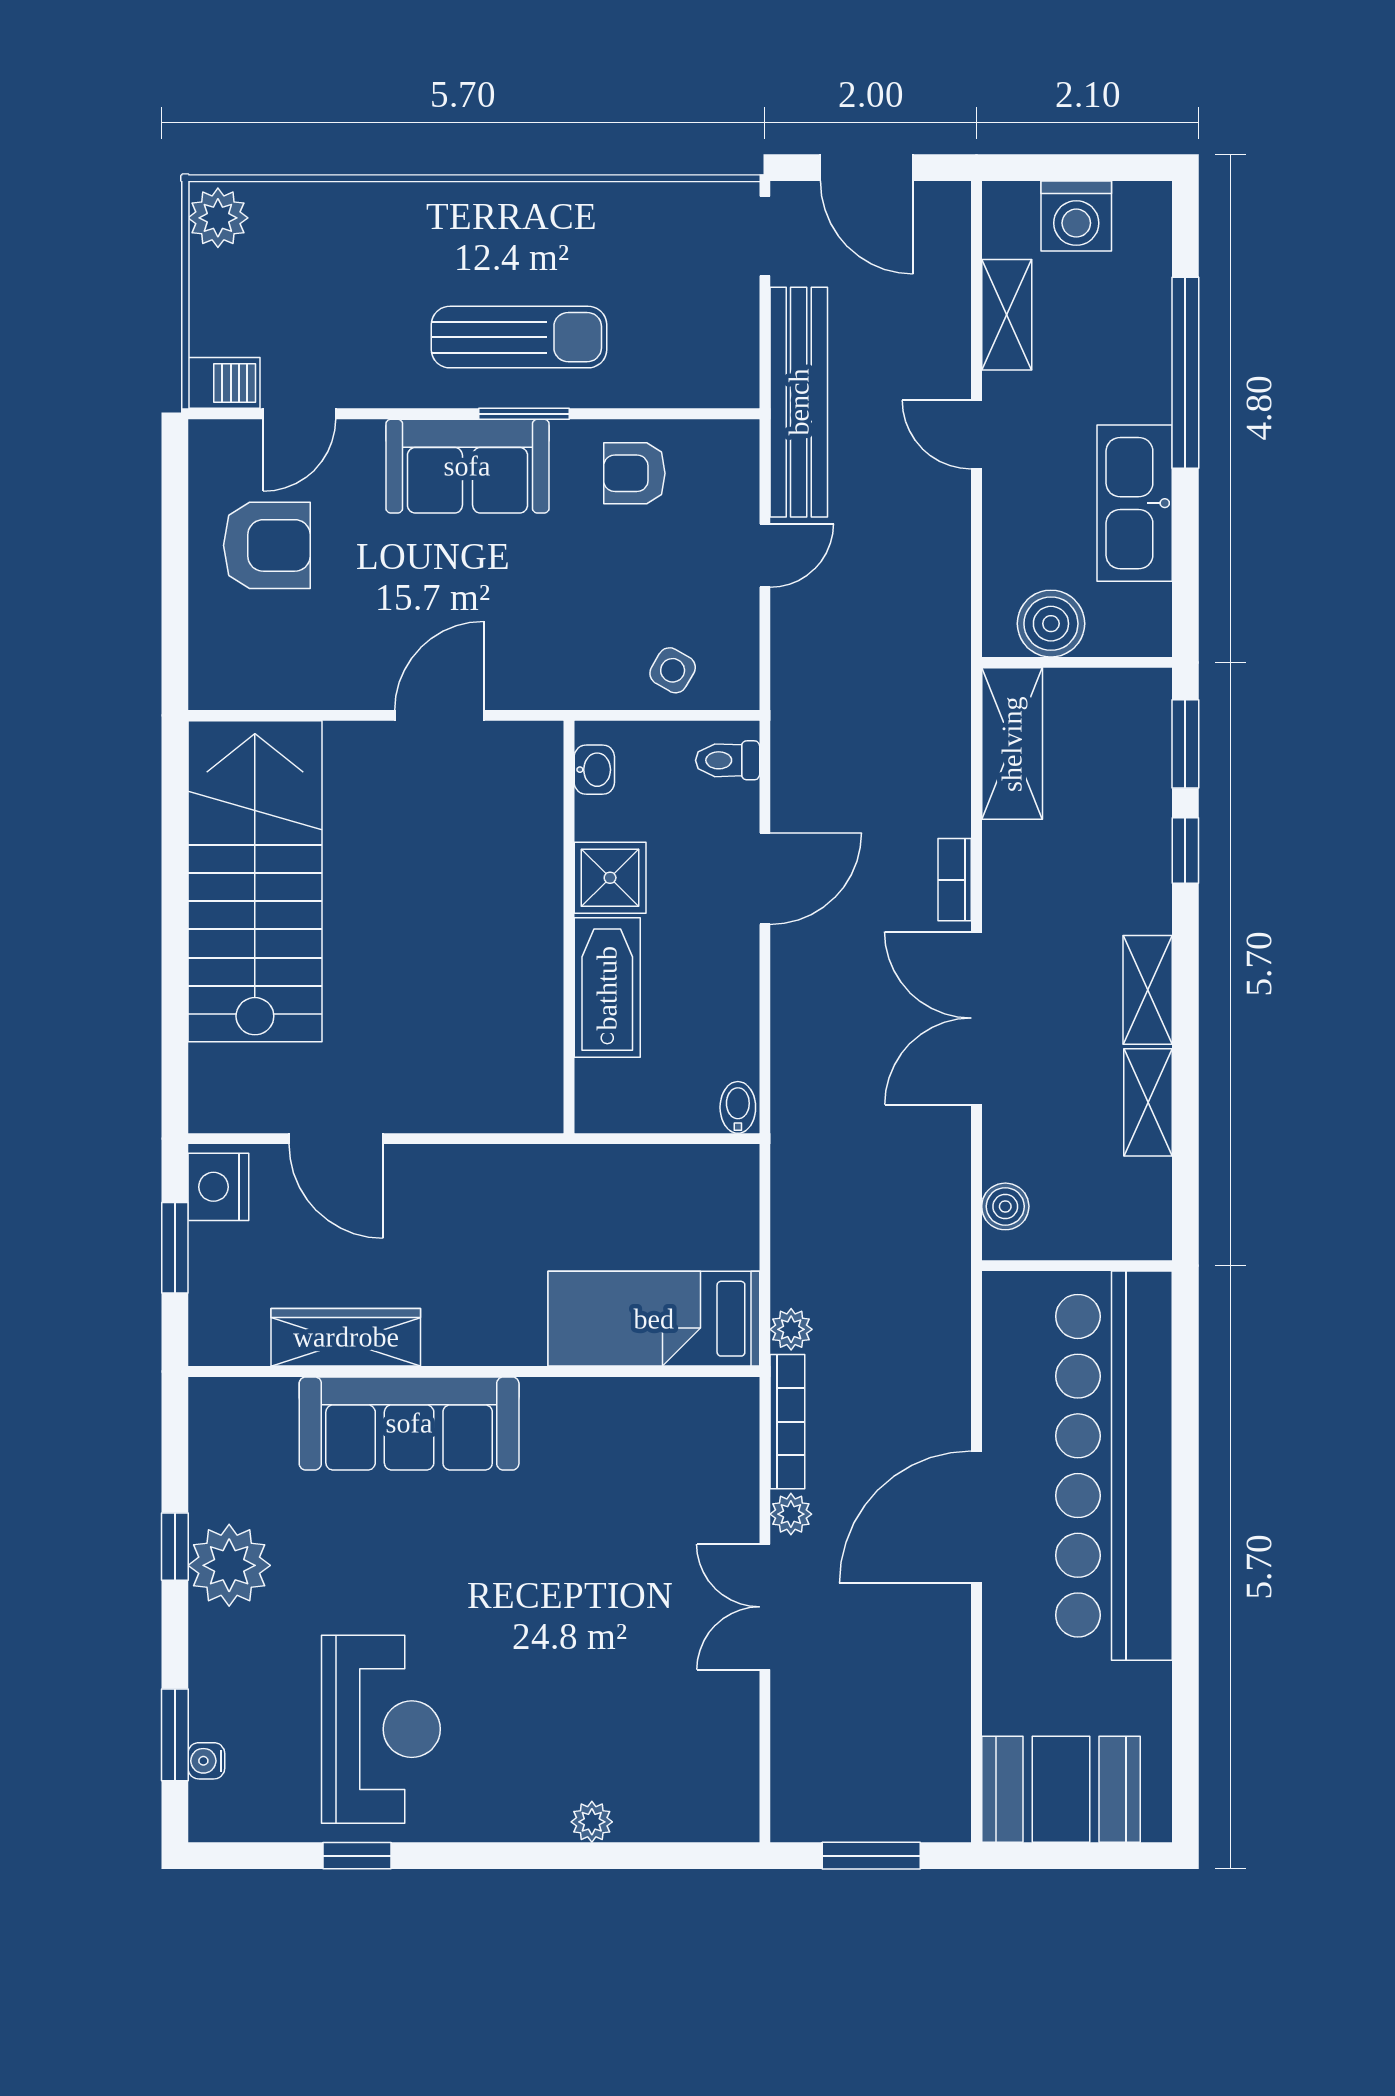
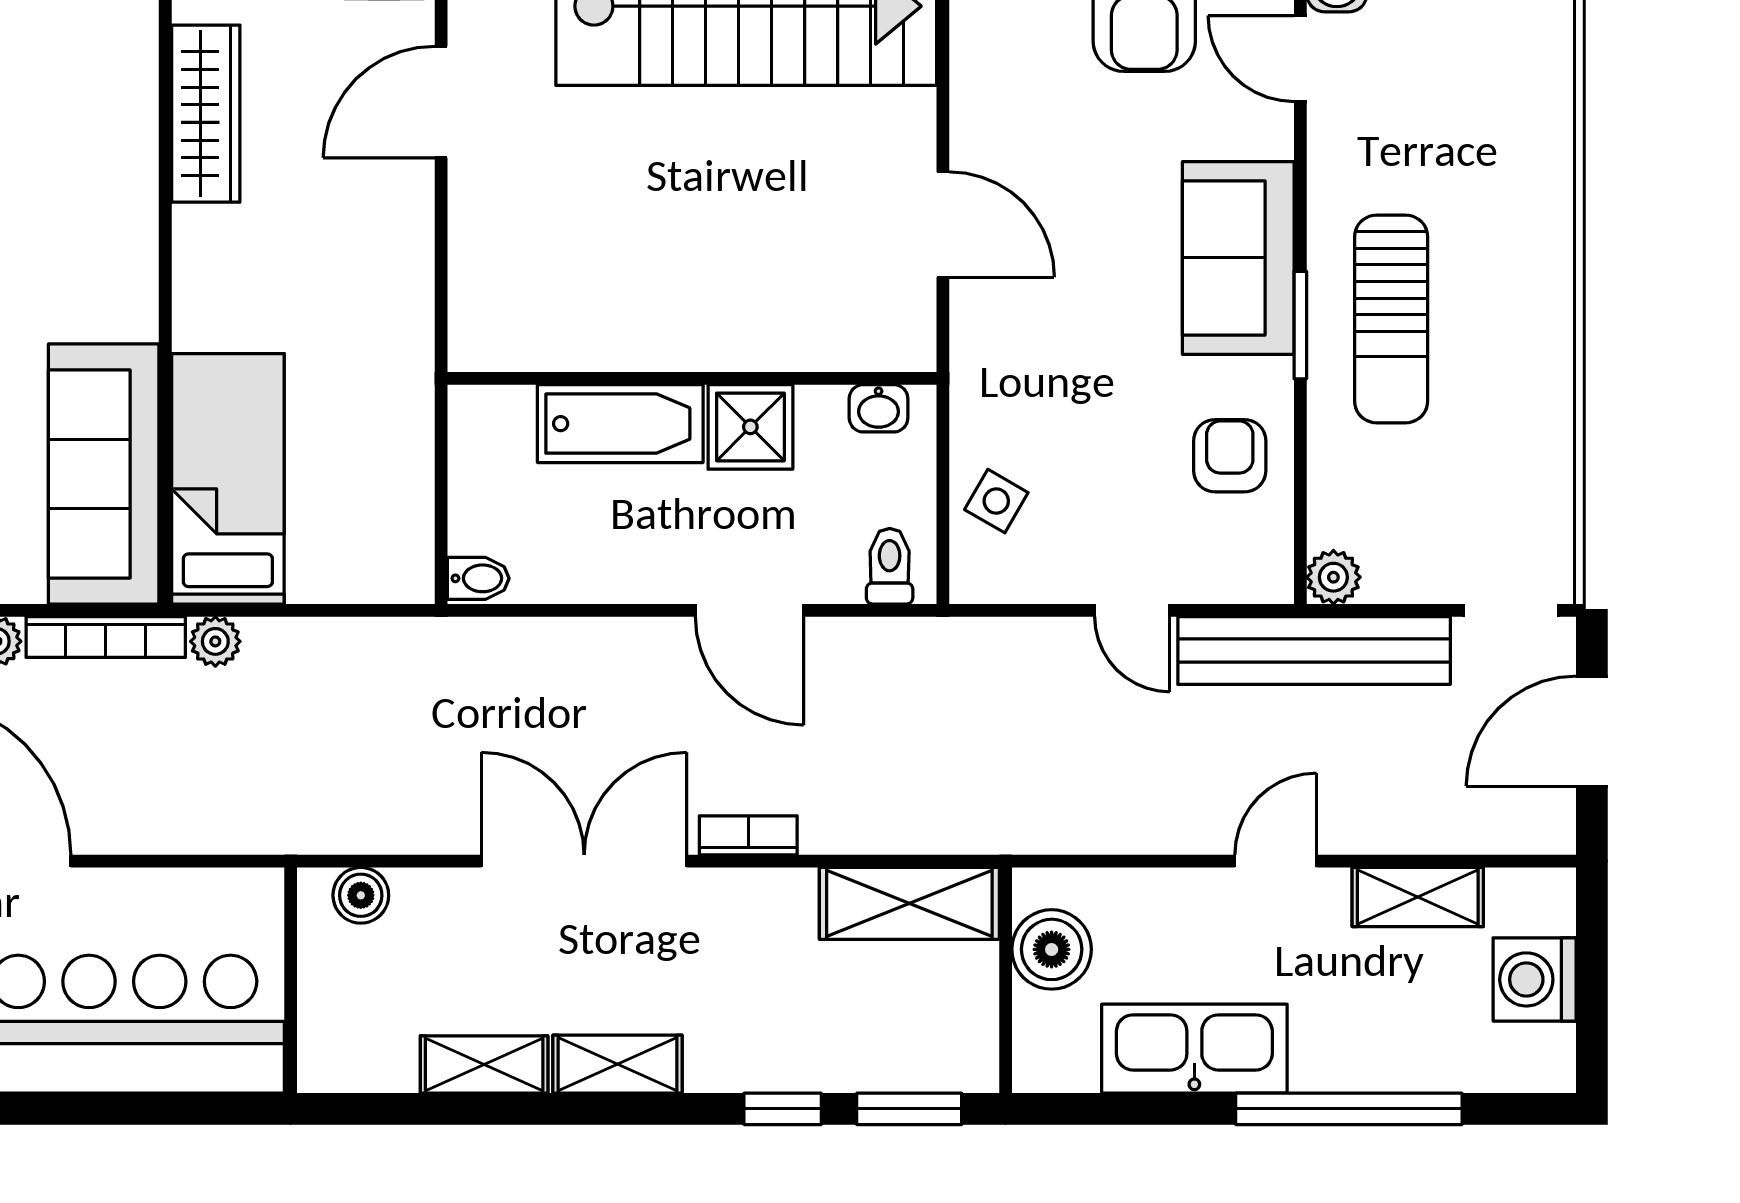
plant: (737, 386) -> (1333, 577), added
sofa: (409, 1423) -> (104, 474), moved

